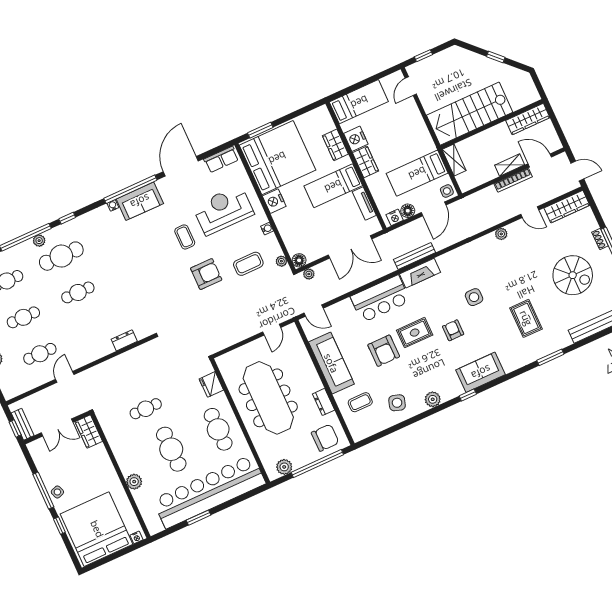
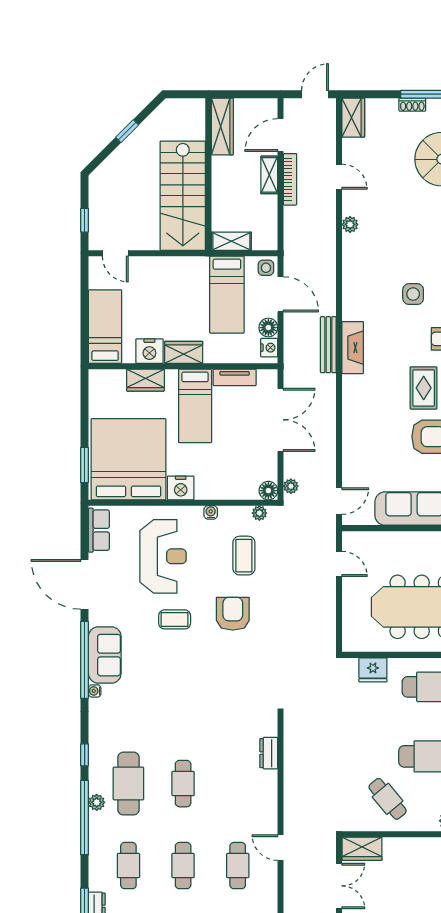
wardrobe: (567, 207) -> (353, 118), width x0.67
reception desk: (223, 210) -> (163, 556), turned 180
door: (530, 212) -> (339, 177), hinge flipped
bar counter: (380, 299) -> (362, 412), removed
cafe table: (146, 409) -> (388, 799), moved, turned -40

